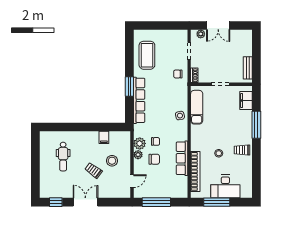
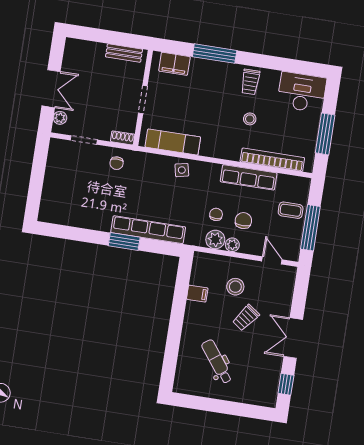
coffee table: (147, 55) -> (291, 210), moved, width x0.54, depth x0.58
dental chair: (63, 157) -> (217, 362), turned -127
desk: (225, 186) -> (302, 92), moved, turned -90

